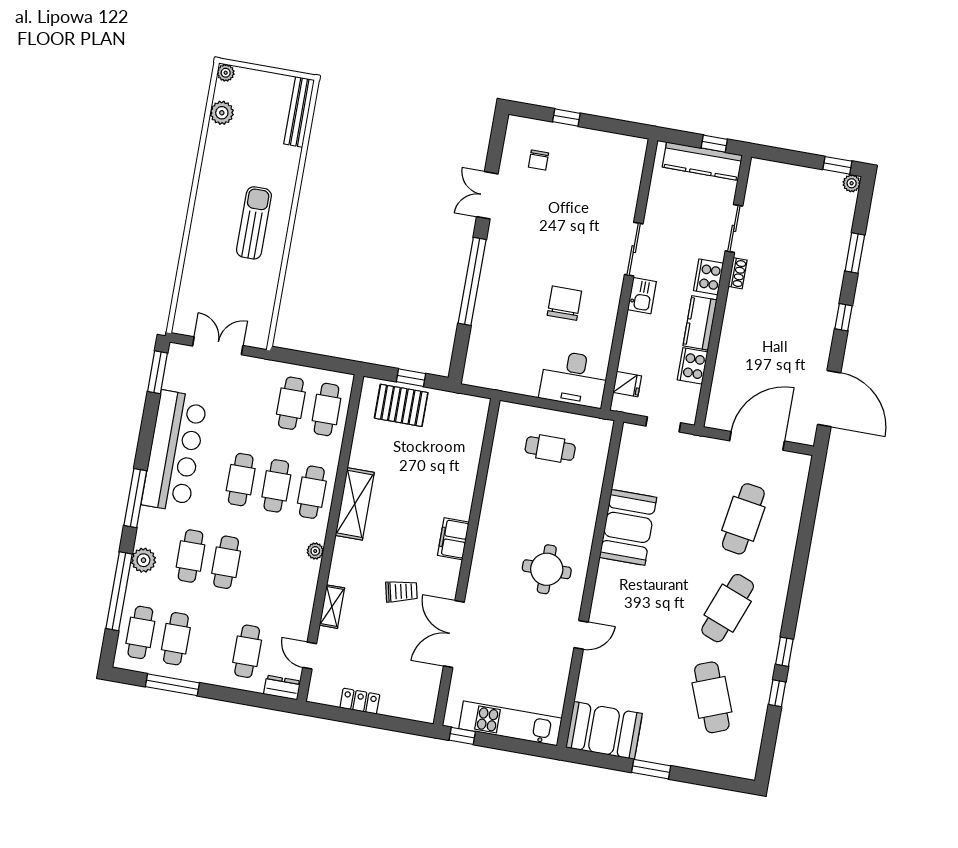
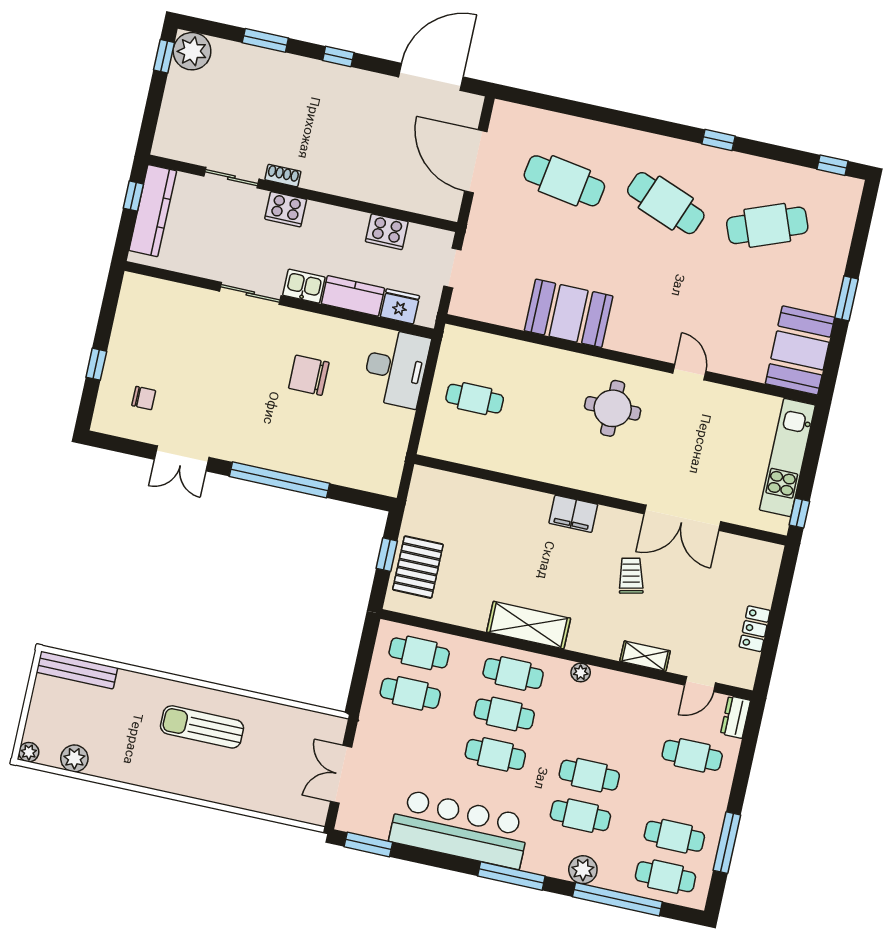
plant: (852, 183) -> (192, 51), width x1.87, depth x1.87
kitchen counter: (700, 323) -> (353, 296), moved, turned 180
fridge: (627, 384) -> (400, 306), width x1.38
cafe table: (550, 449) -> (475, 399), turned 90
window: (777, 693) -> (833, 165), moved

